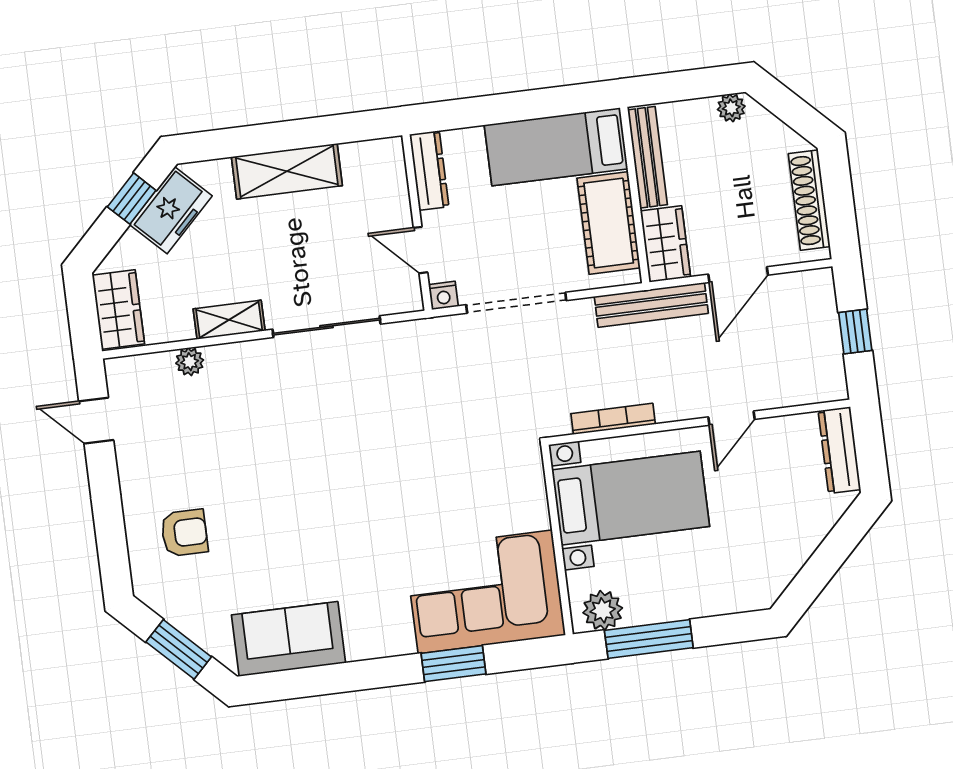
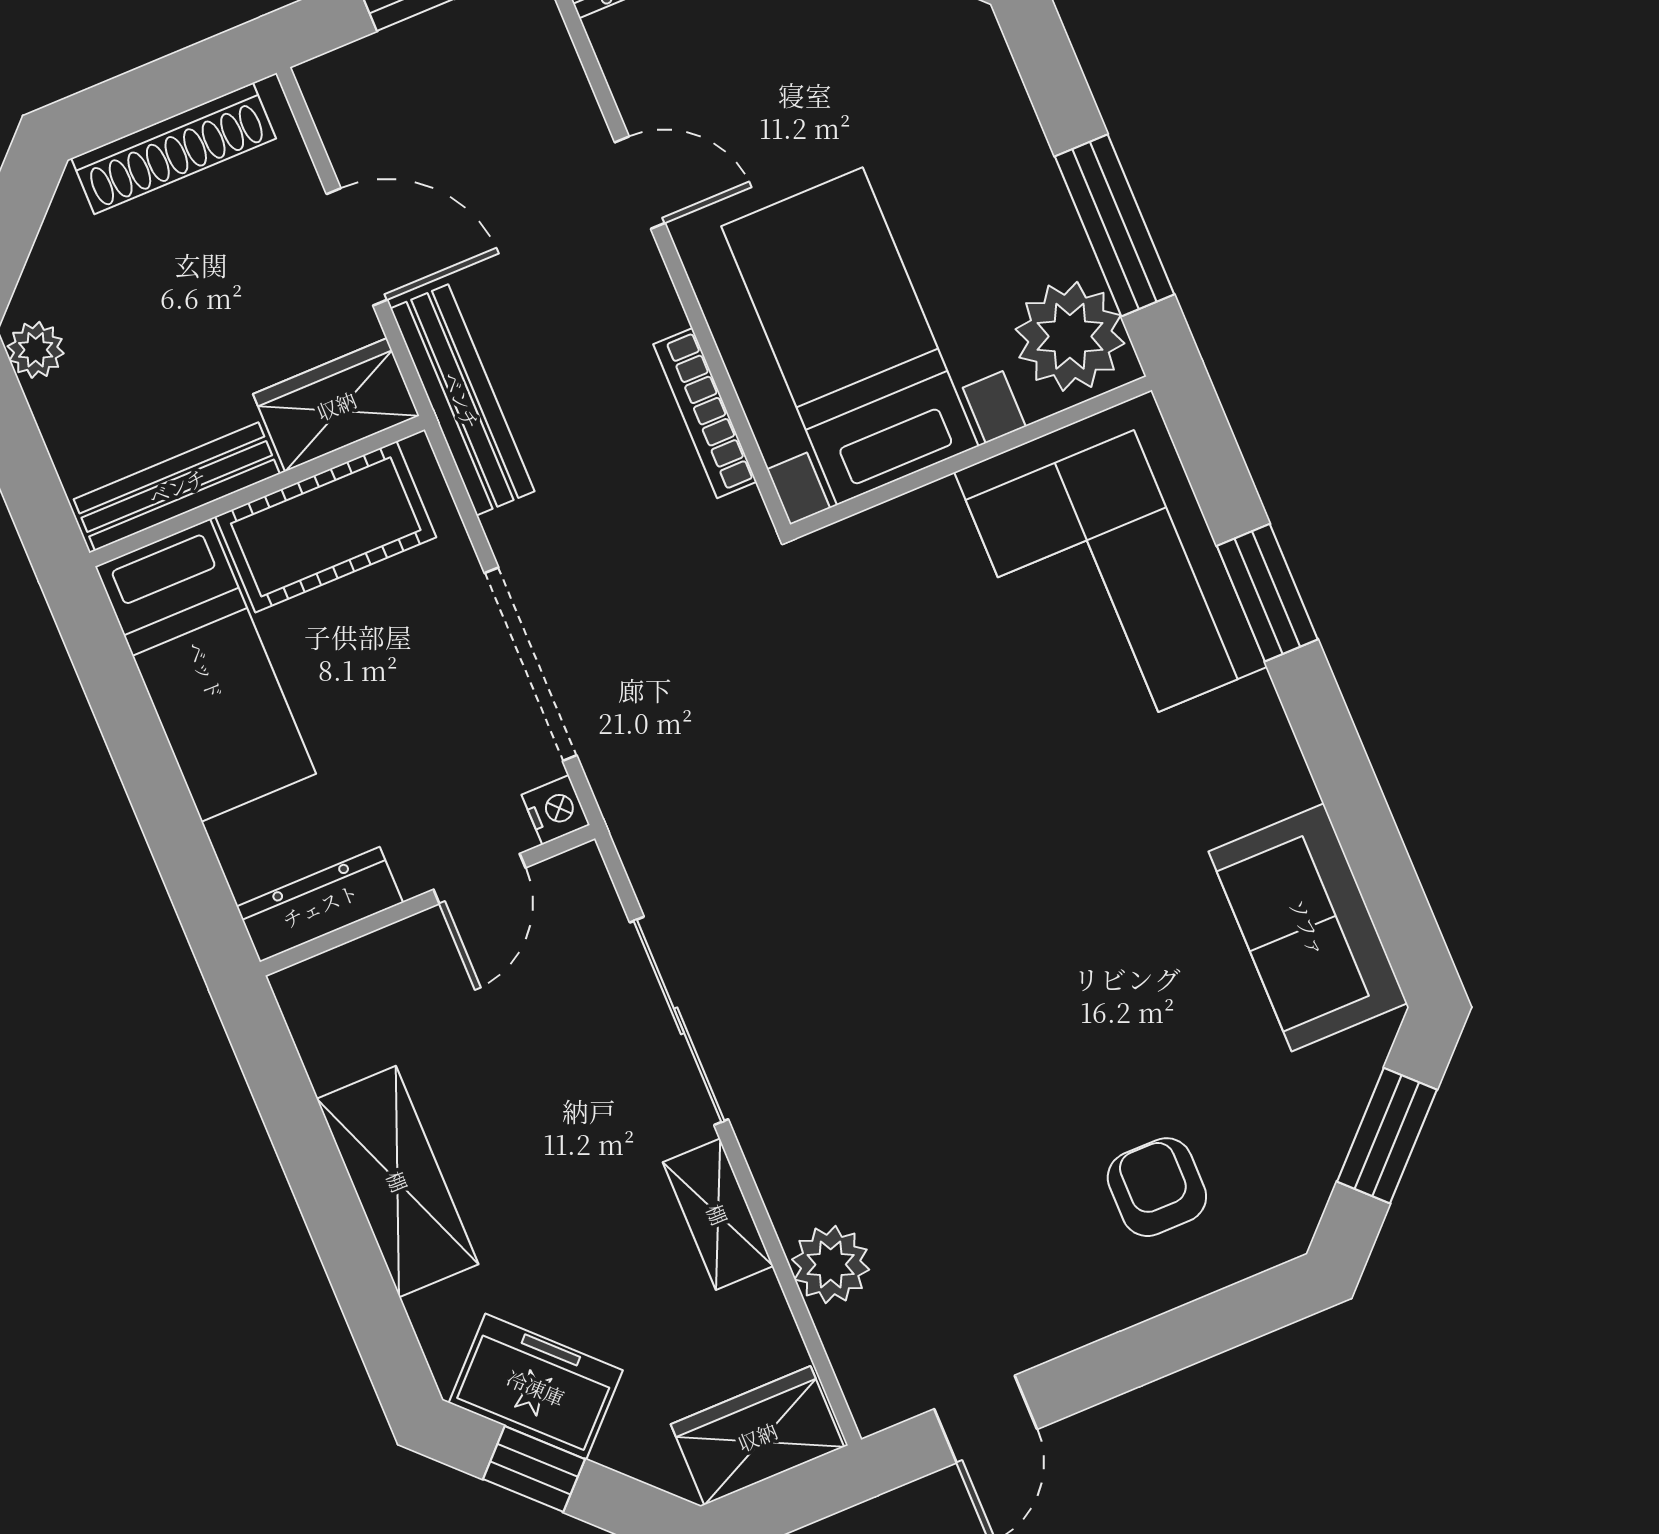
plant: (190, 362) -> (831, 1264), width x1.38, depth x1.38
plant: (603, 610) -> (1070, 336), width x1.36, depth x1.36

